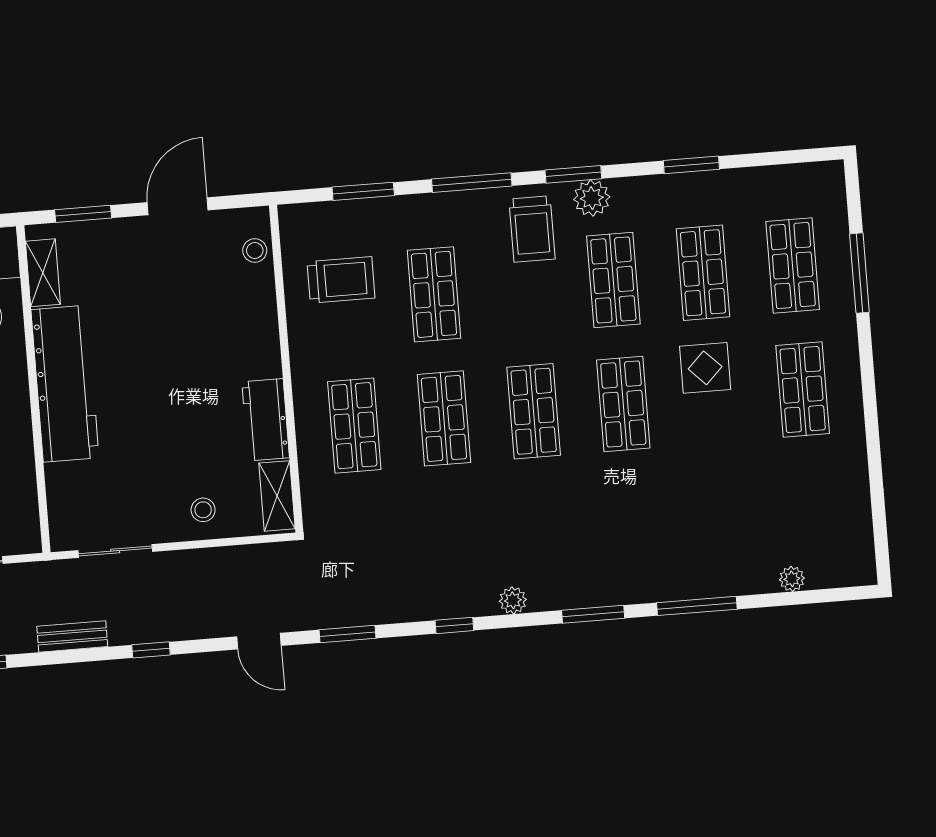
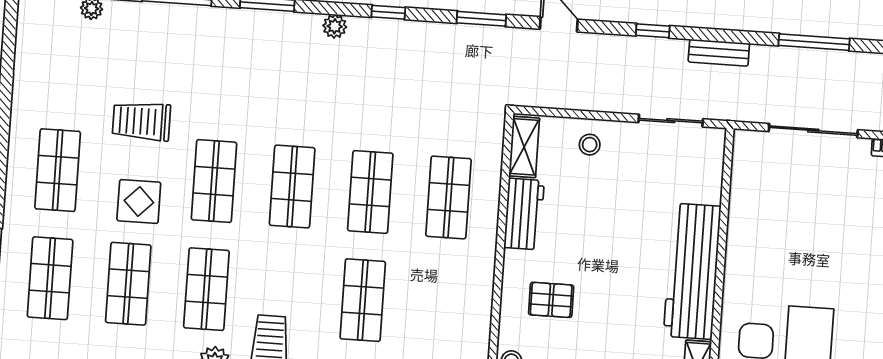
trolley: (341, 280) -> (141, 121), moved
pallet: (220, 327) -> (551, 300), added

